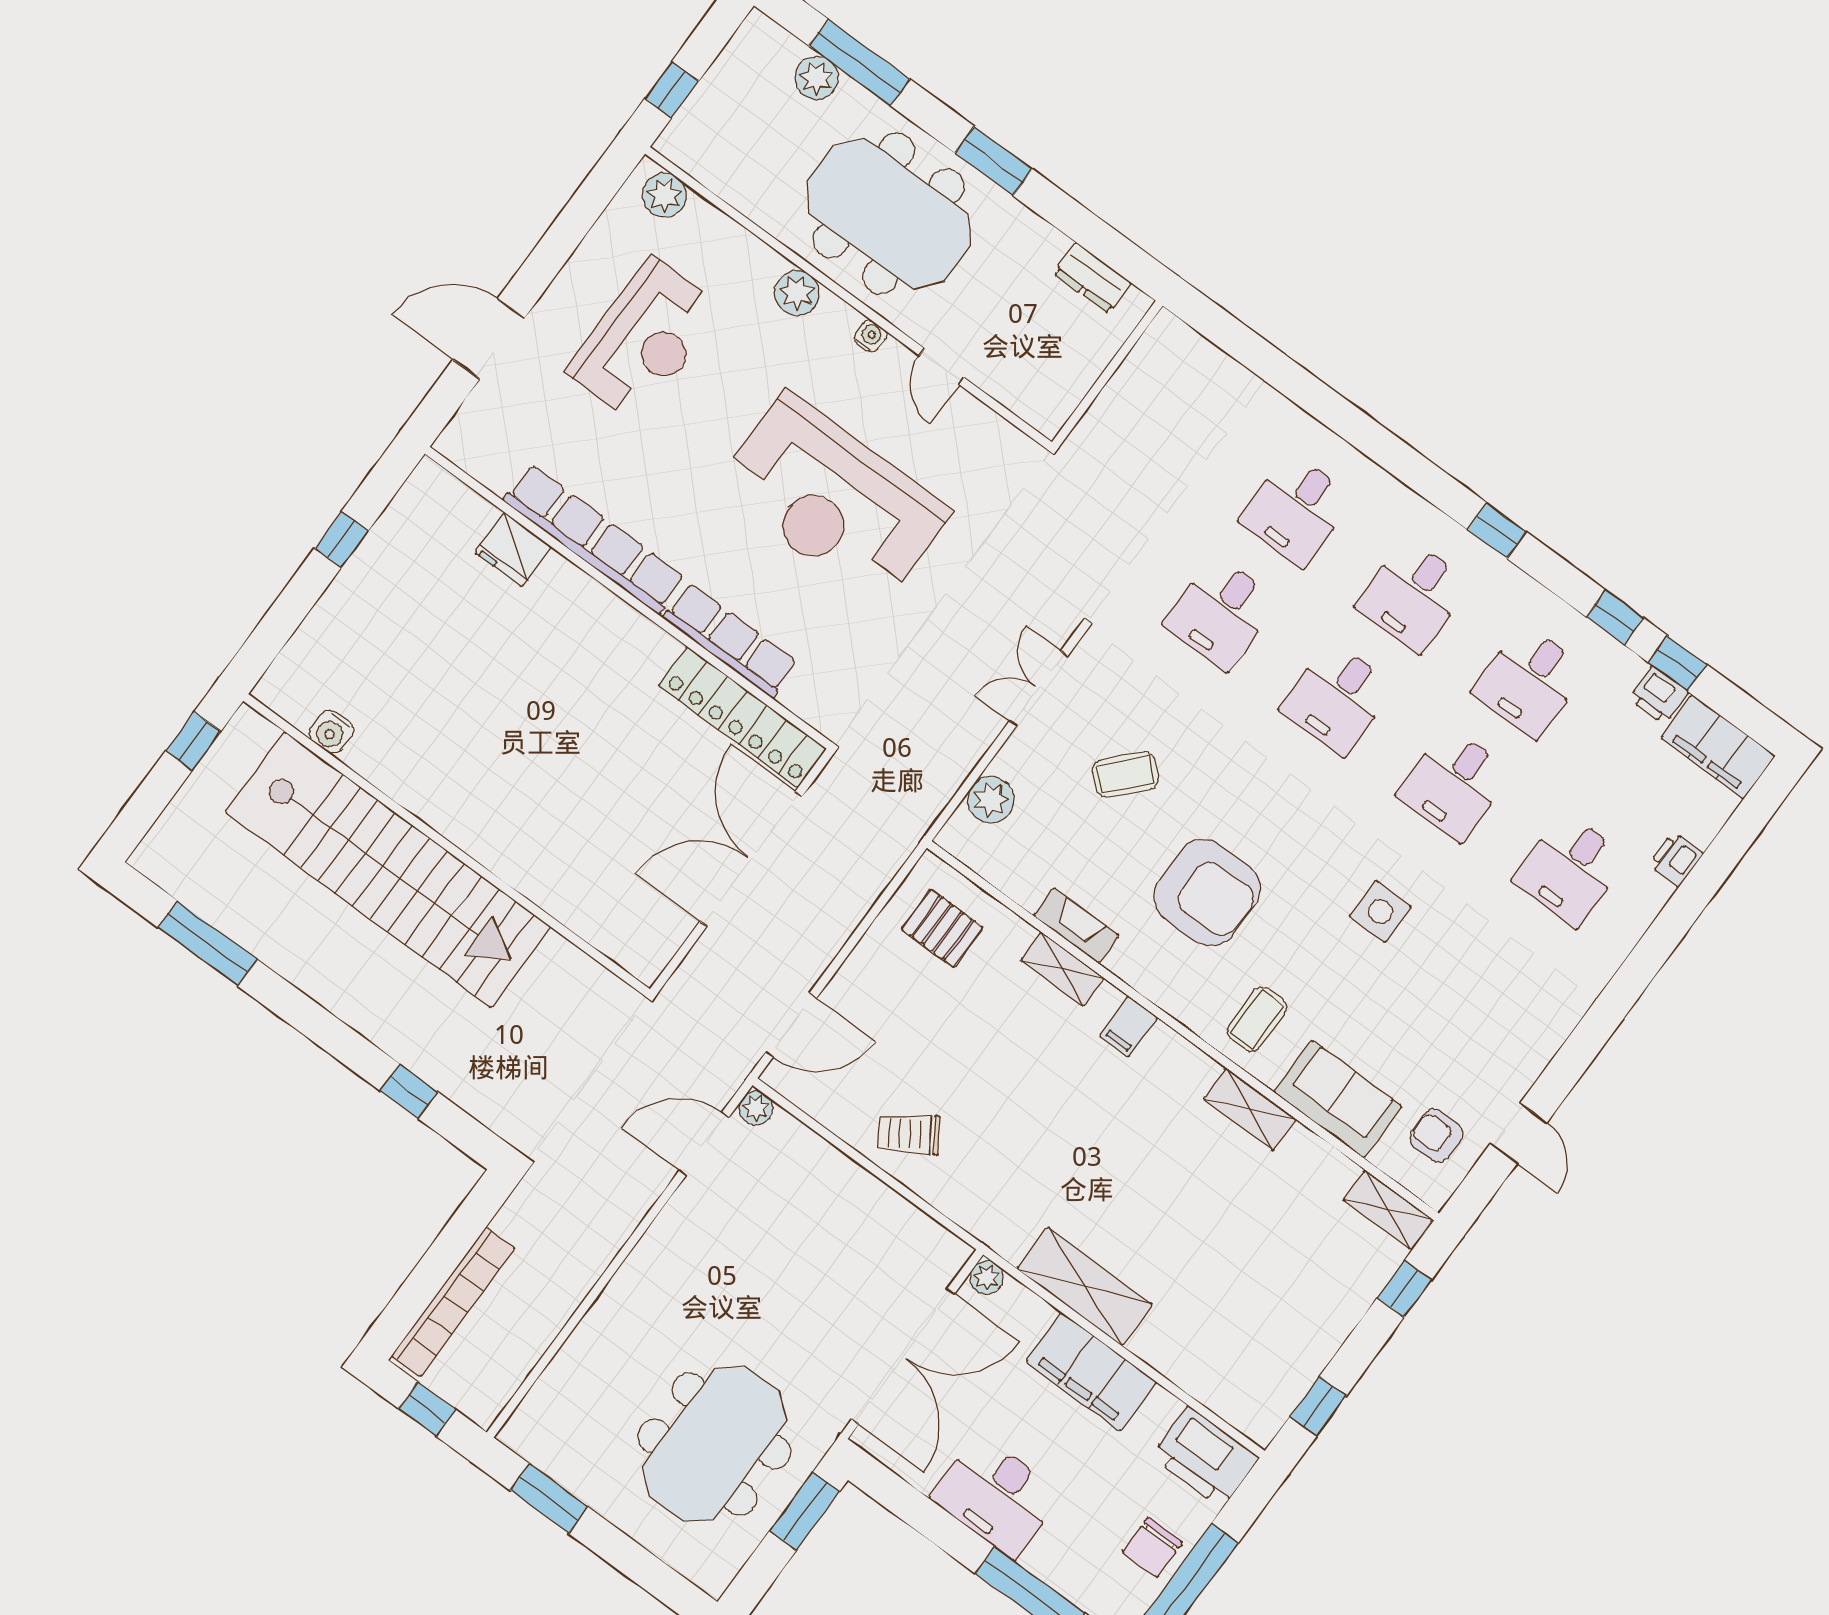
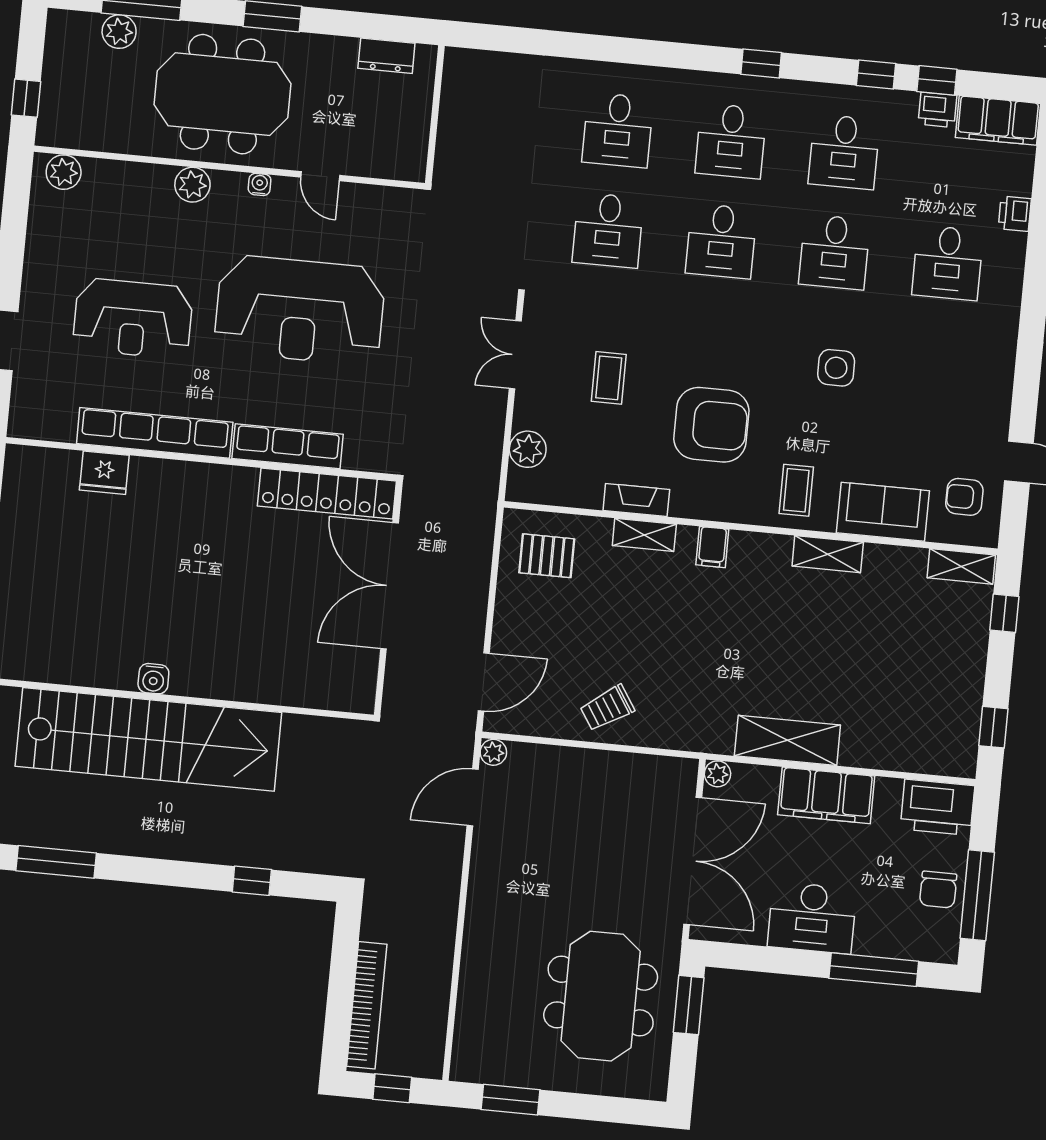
reception desk: (644, 340) -> (133, 318), moved, turned 90
water cooler: (331, 732) -> (153, 679), moved
coffee table: (1126, 775) -> (609, 378), turned -43

